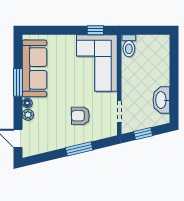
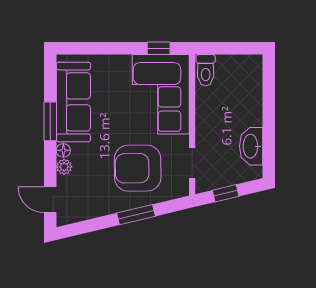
armchair: (80, 116) -> (138, 168), width x1.88, depth x1.88

